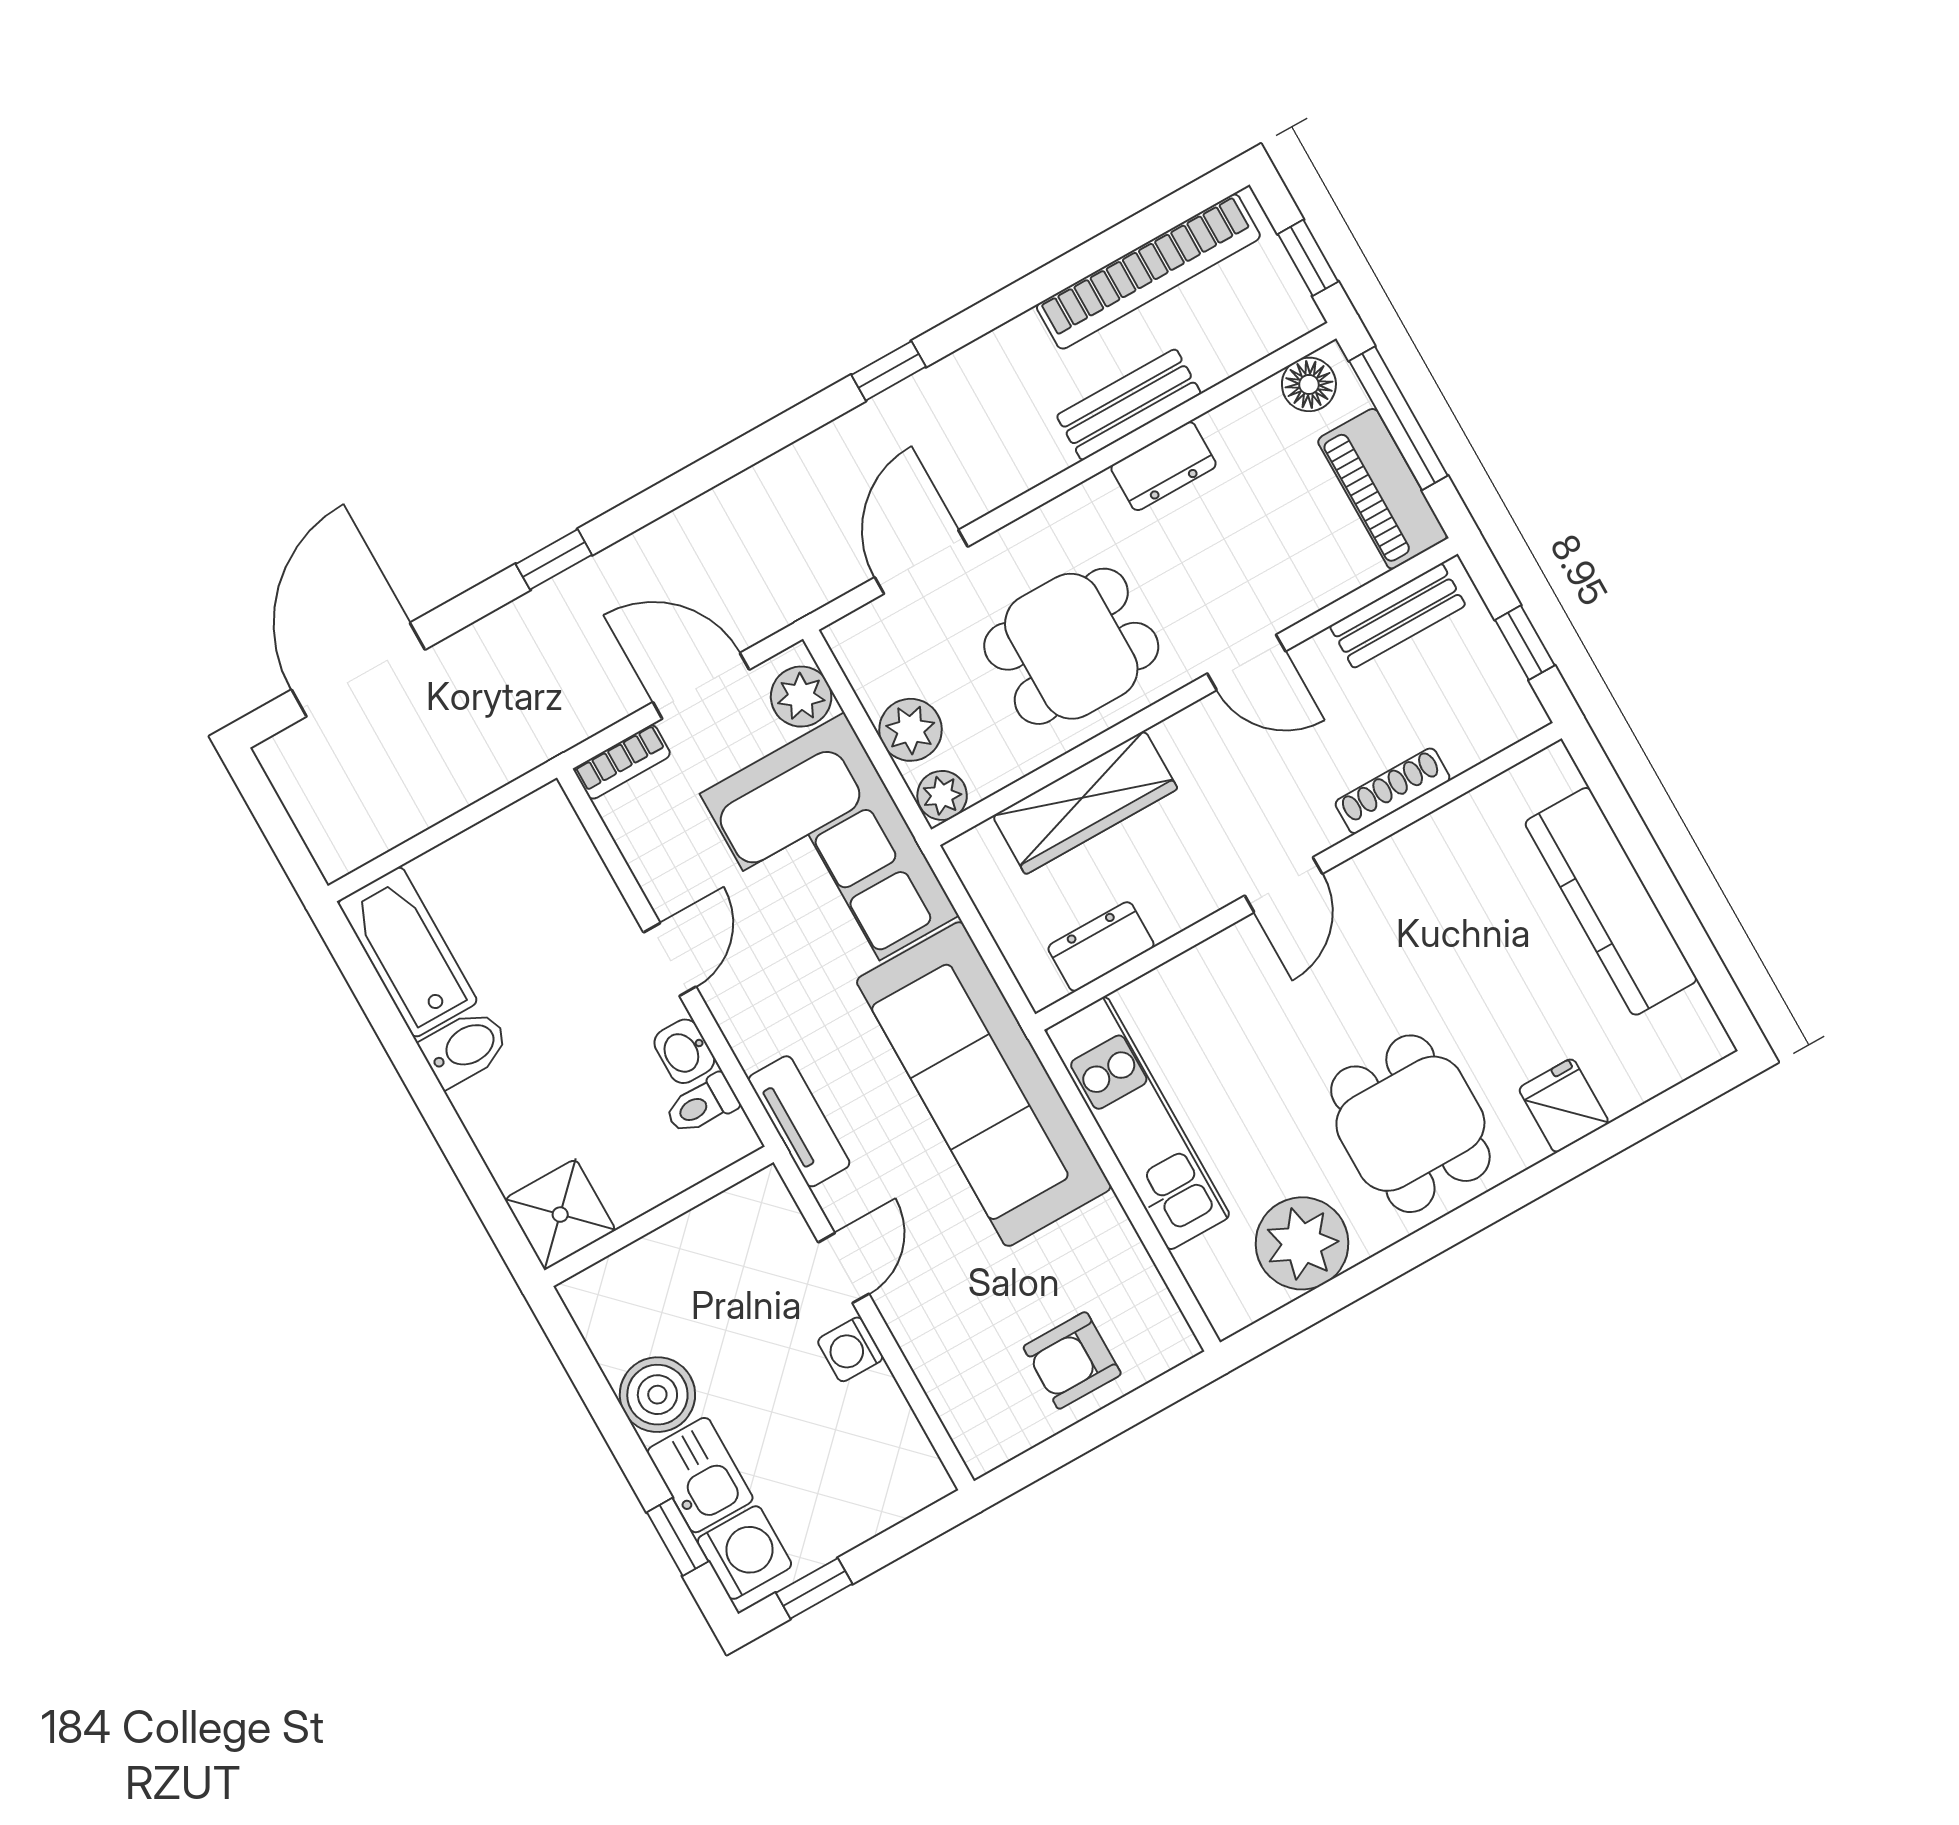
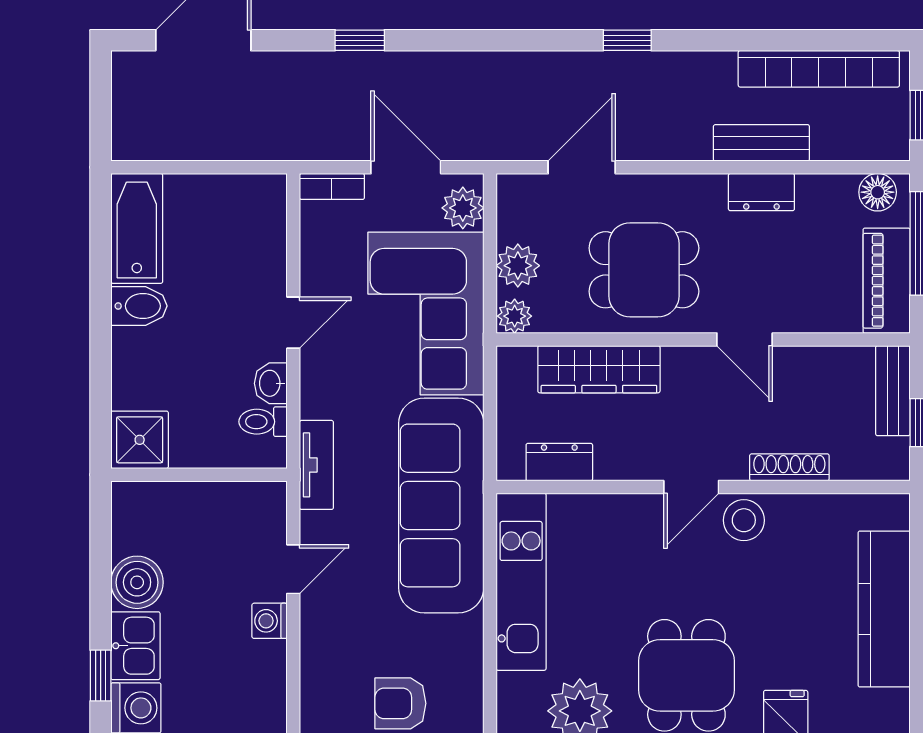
bench: (1398, 616) -> (893, 391), moved, turned 90
stool: (1373, 889) -> (744, 520), added

